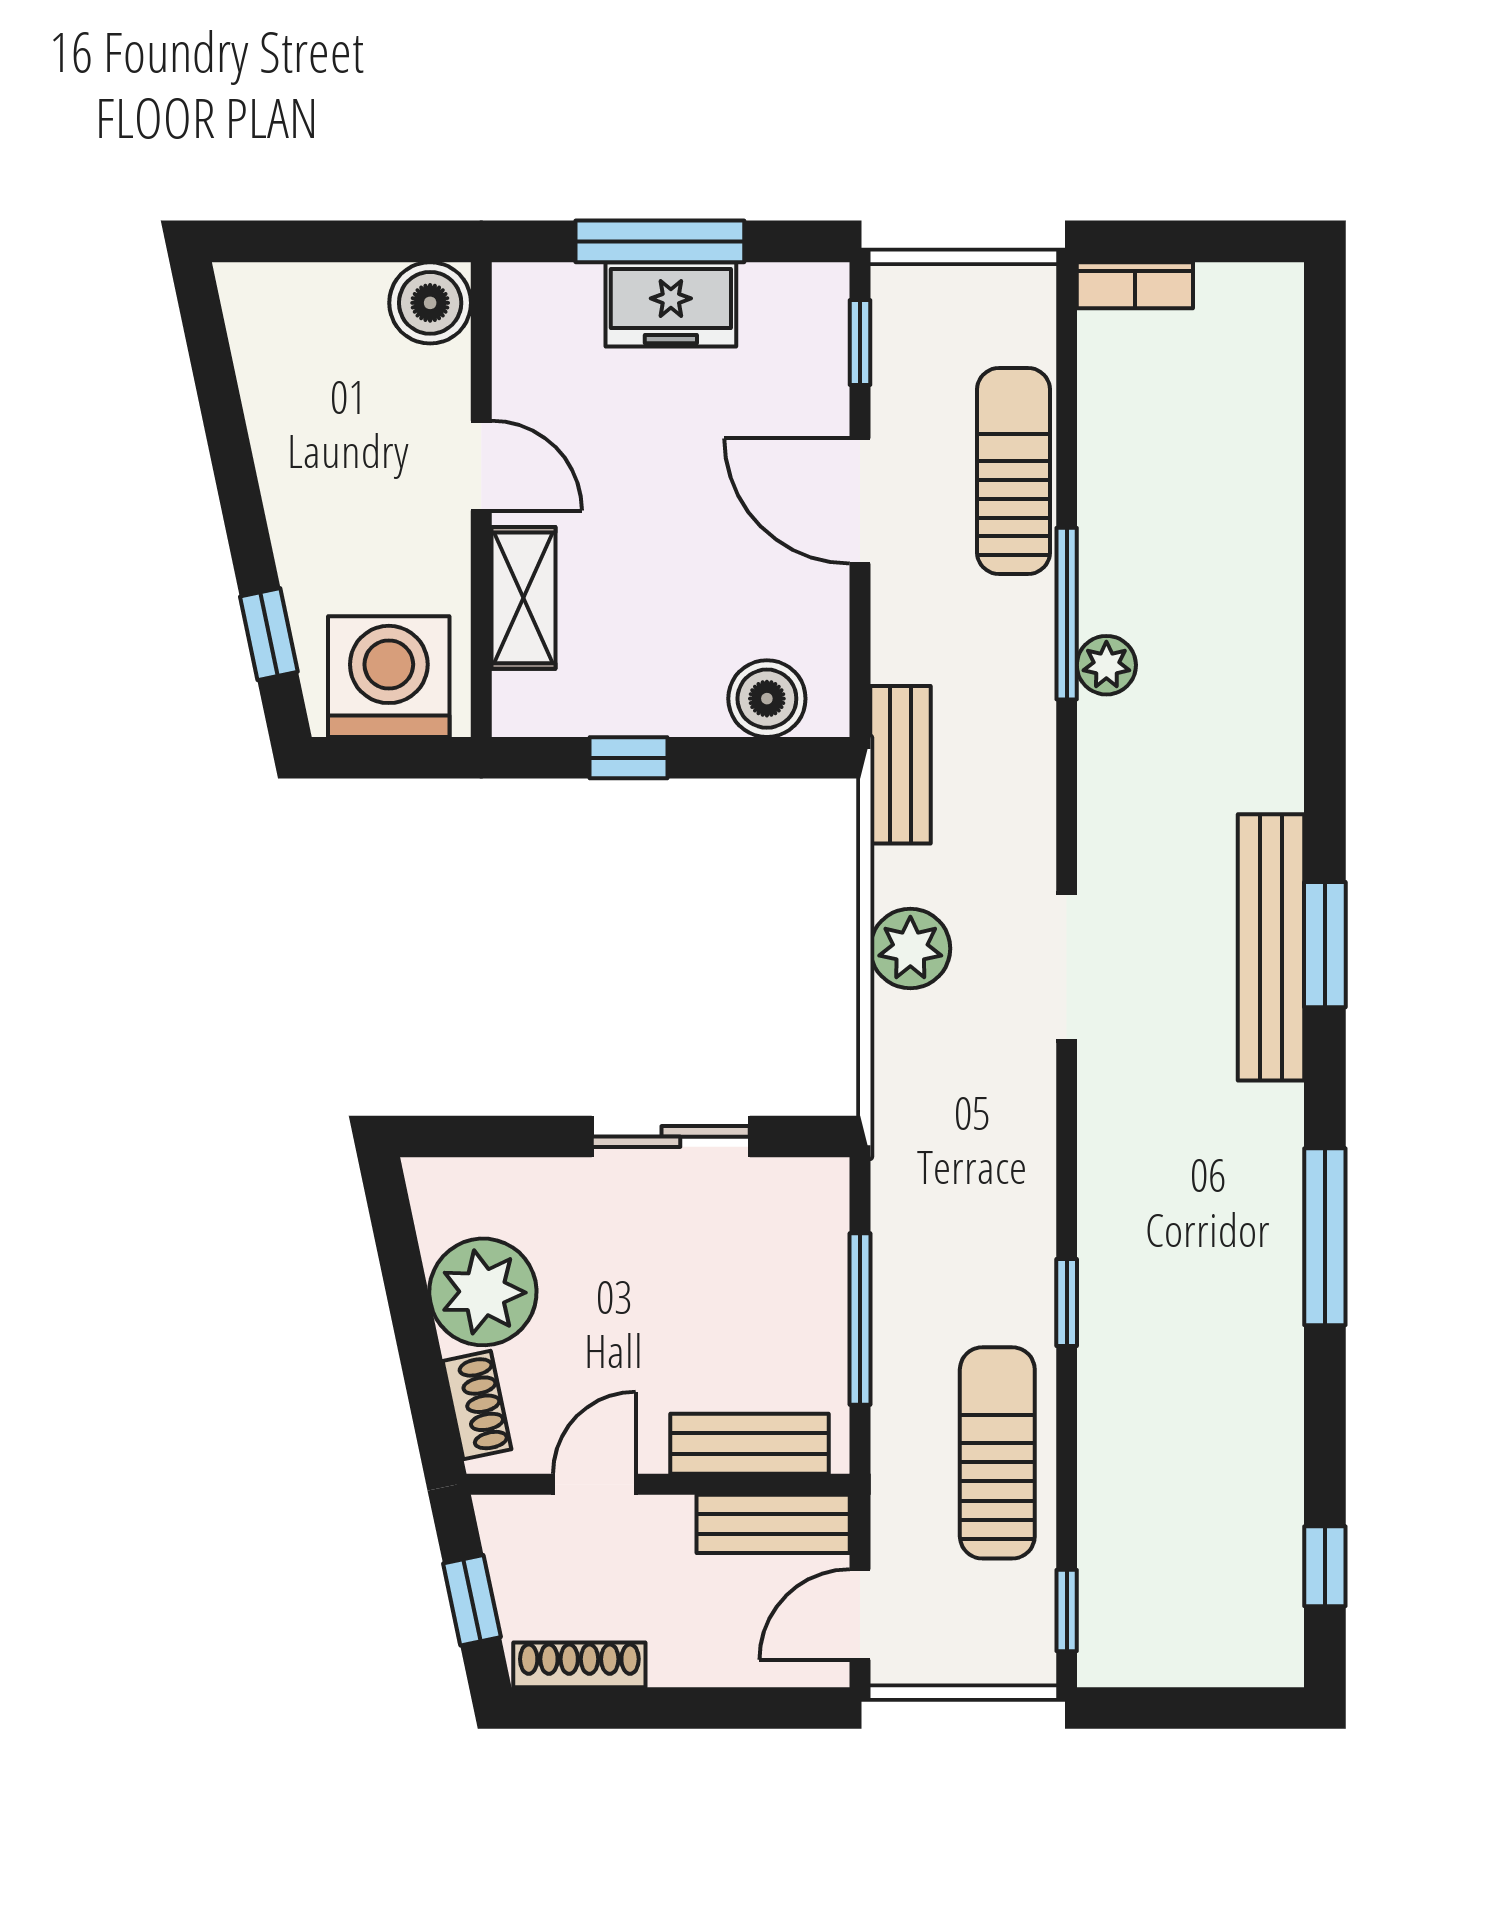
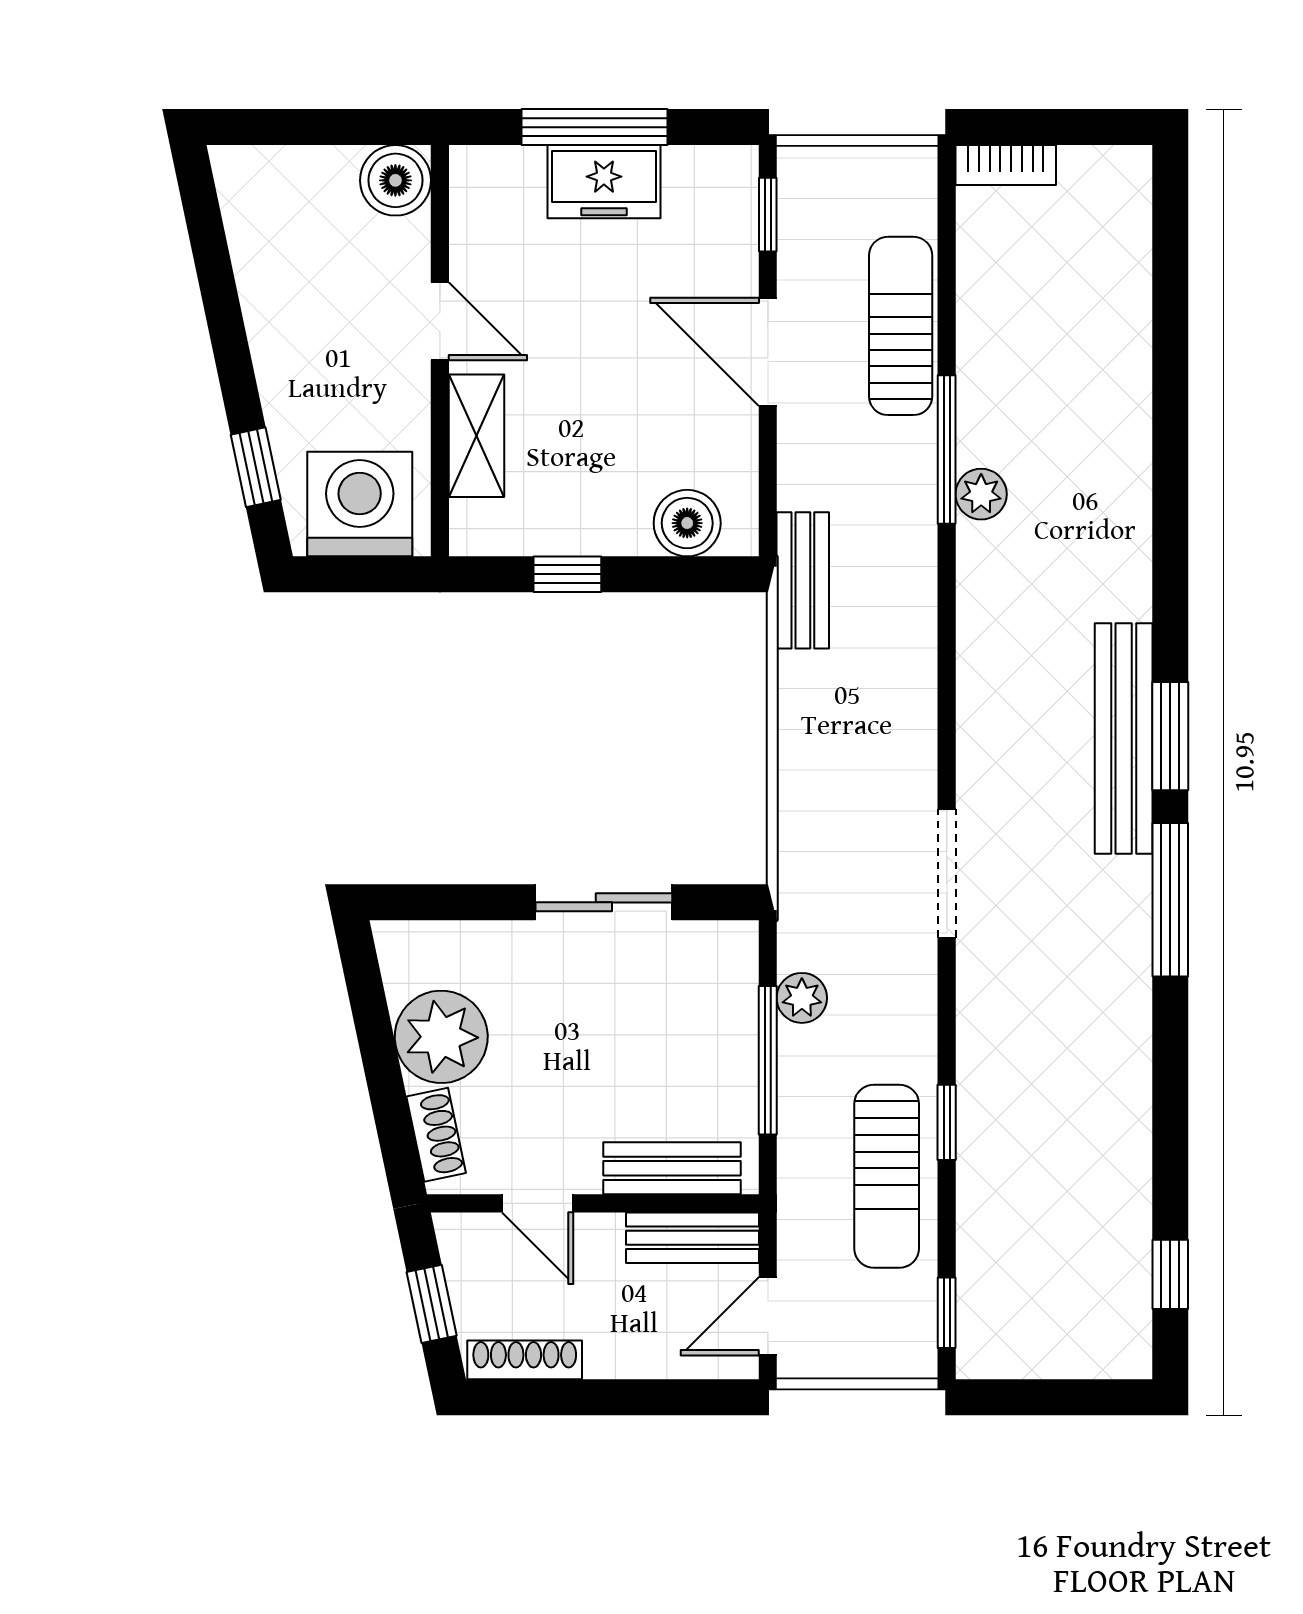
plant: (910, 949) -> (802, 998), moved, width x0.73, depth x0.73
doorway: (1067, 967) -> (947, 874), moved
window: (1325, 1237) -> (1170, 900), moved
window: (1067, 1302) -> (947, 1122), moved
sun lounger: (997, 1453) -> (887, 1176), turned 180
door: (594, 1484) -> (538, 1203), swing flipped

